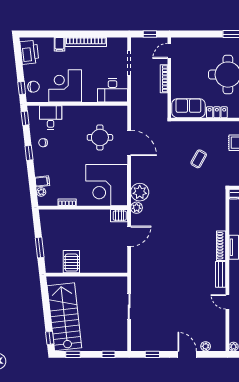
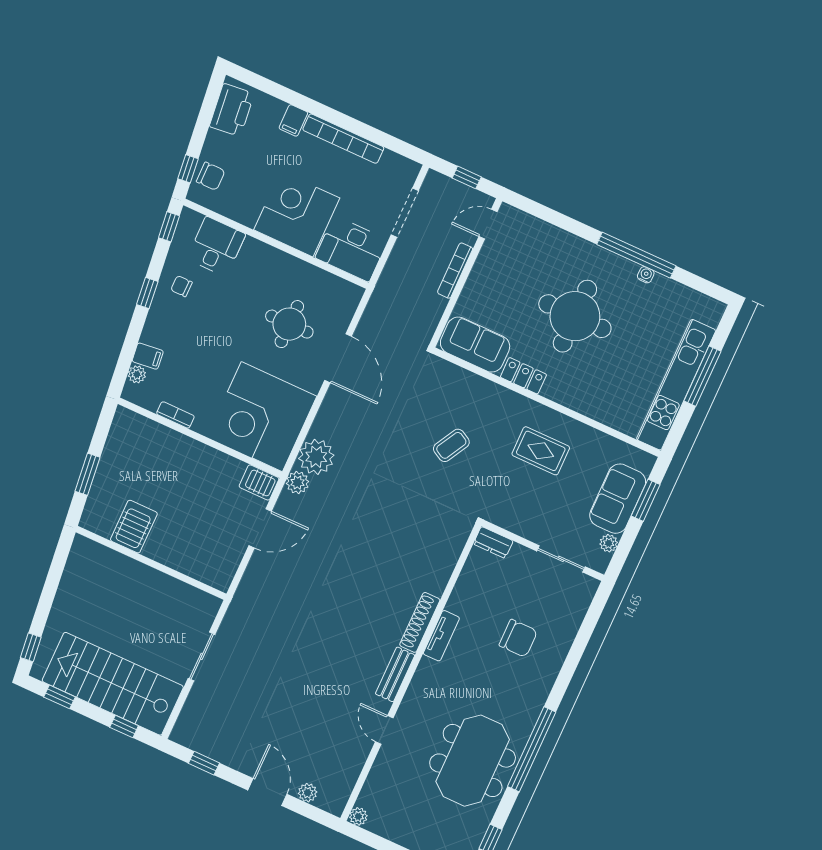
corner desk: (65, 86) -> (297, 214), moved
stairs: (64, 317) -> (113, 684), moved, turned -84

